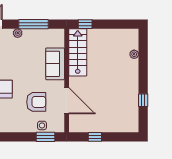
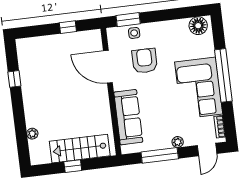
window: (85, 24) -> (73, 166), moved
stairs: (78, 52) -> (80, 149), moved, turned 90
sofa: (55, 64) -> (128, 117), width x1.36
armchair: (36, 102) -> (145, 61), turned 90

